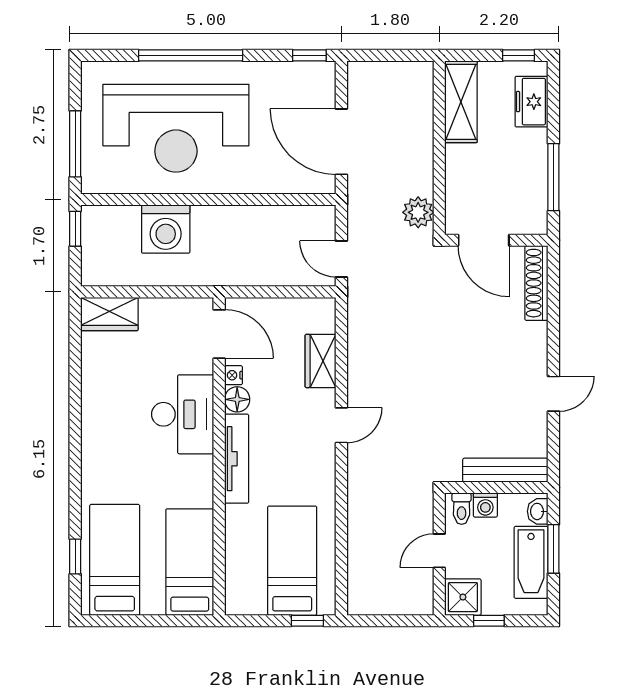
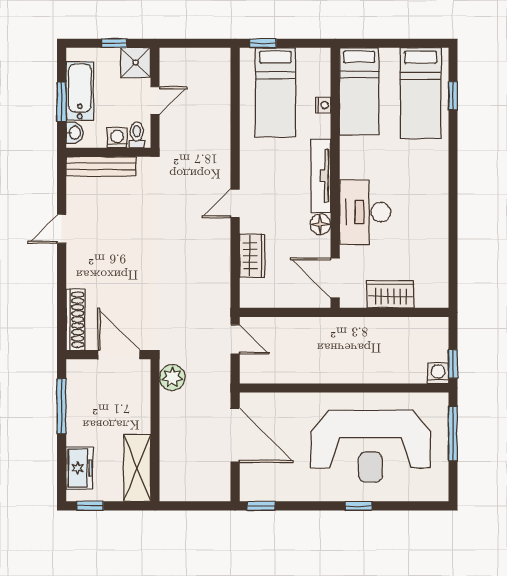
window: (191, 55) -> (358, 506), width x0.32
reception desk: (176, 128) -> (370, 446), turned 180
washing machine: (166, 229) -> (438, 373), moved, width x0.53, depth x0.53
wardrobe: (109, 314) -> (391, 294), moved
nightstand: (233, 375) -> (323, 105), moved

